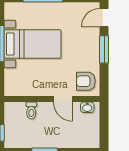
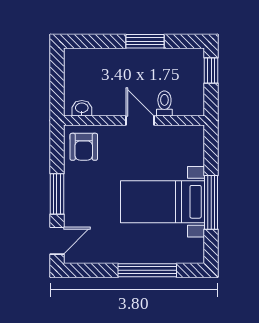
armchair: (86, 81) -> (84, 147), turned 90
door: (63, 99) -> (140, 121), moved

